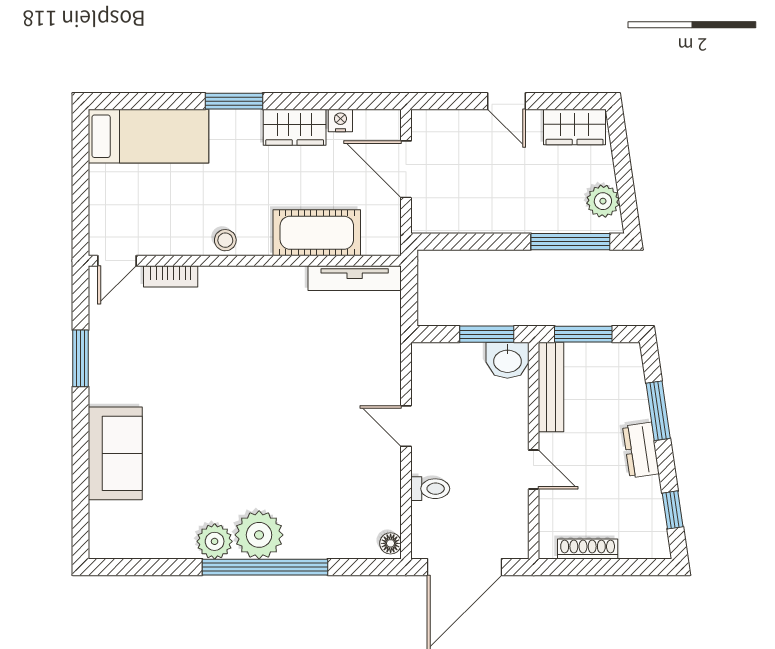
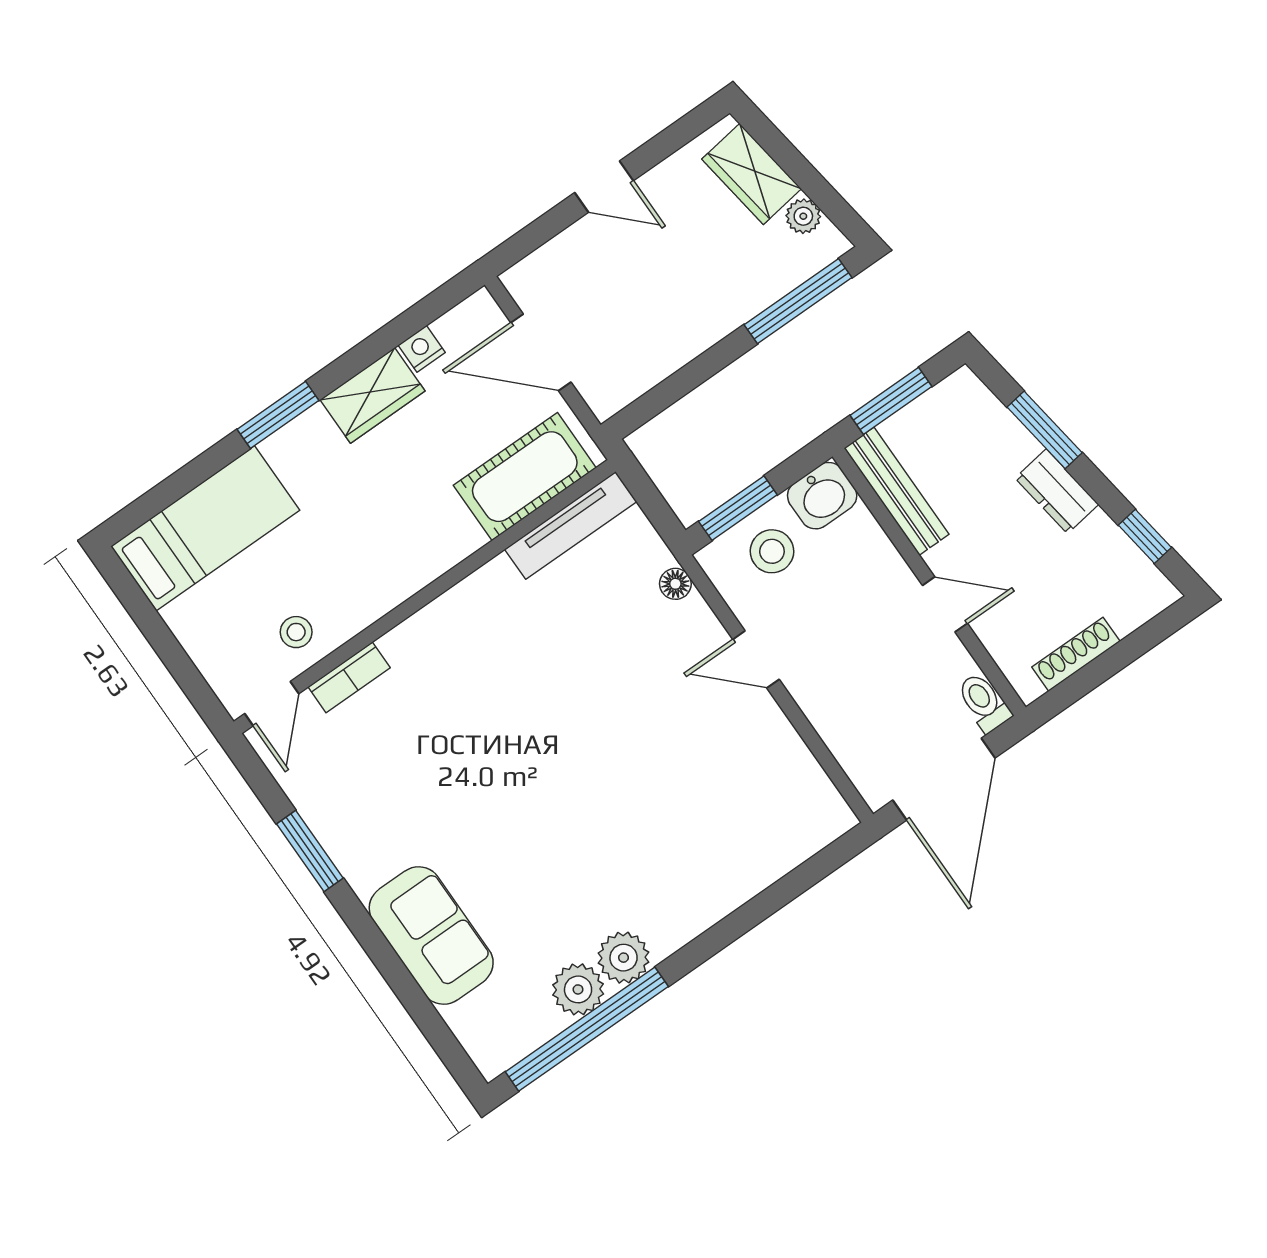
wardrobe: (575, 127) -> (752, 174), moved, turned 82
plant: (603, 201) -> (803, 216), width x0.73, depth x0.73
cot: (317, 233) -> (525, 477), moved
stool: (225, 240) -> (296, 632), moved
window: (487, 334) -> (738, 508), moved
stool: (457, 372) -> (772, 551), added
toilet: (430, 489) -> (984, 702), moved, turned -90
plant: (259, 535) -> (578, 989), moved, width x0.73, depth x0.73
floor lamp: (391, 543) -> (675, 584), moved
window: (265, 567) -> (587, 1029), moved

